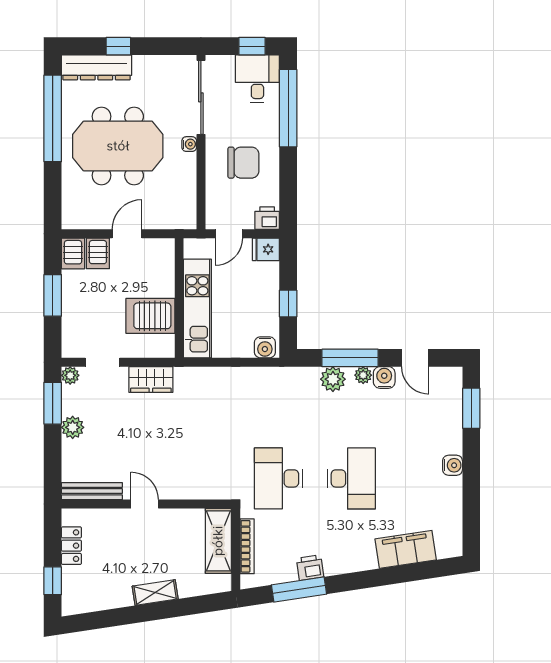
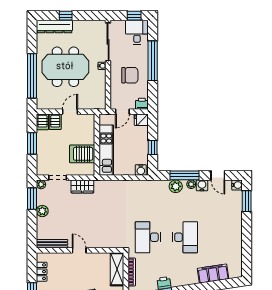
window: (288, 108) -> (153, 61), moved
window: (53, 118) -> (32, 76), moved
water cooler: (453, 465) -> (237, 185), moved

